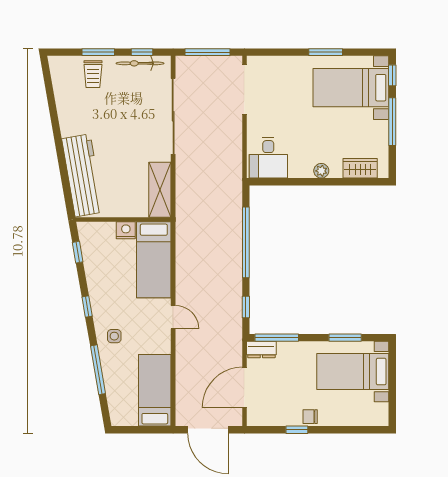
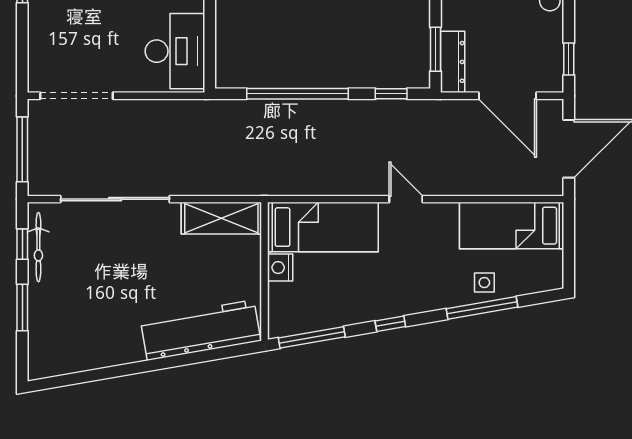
trolley: (93, 74) -> (54, 315), removed
desk: (268, 158) -> (175, 51), width x1.37
window: (78, 252) -> (312, 337), width x2.17
door: (173, 317) -> (406, 199), hinge flipped
side table: (114, 336) -> (484, 283), moved
window: (277, 338) -> (436, 49), width x0.69
dresser: (261, 350) -> (453, 62), width x1.44
window: (297, 430) -> (569, 59), moved

